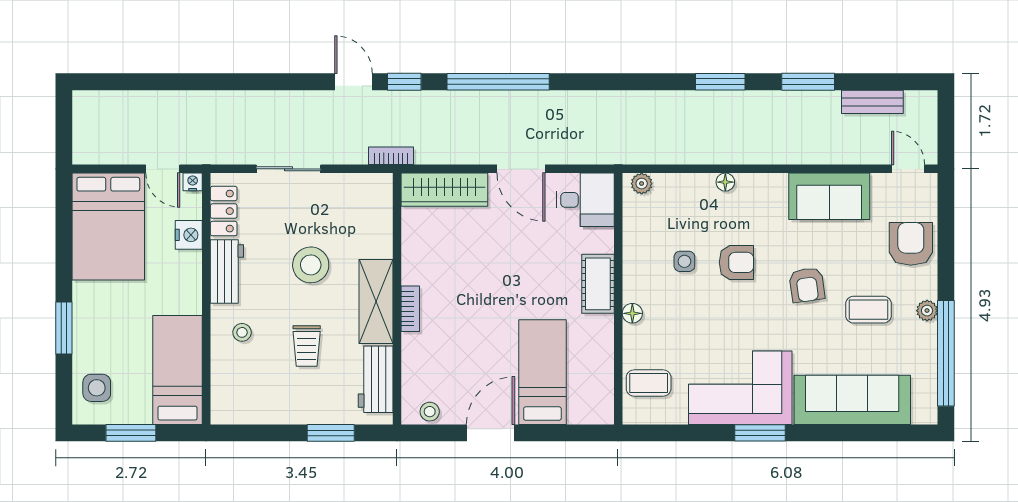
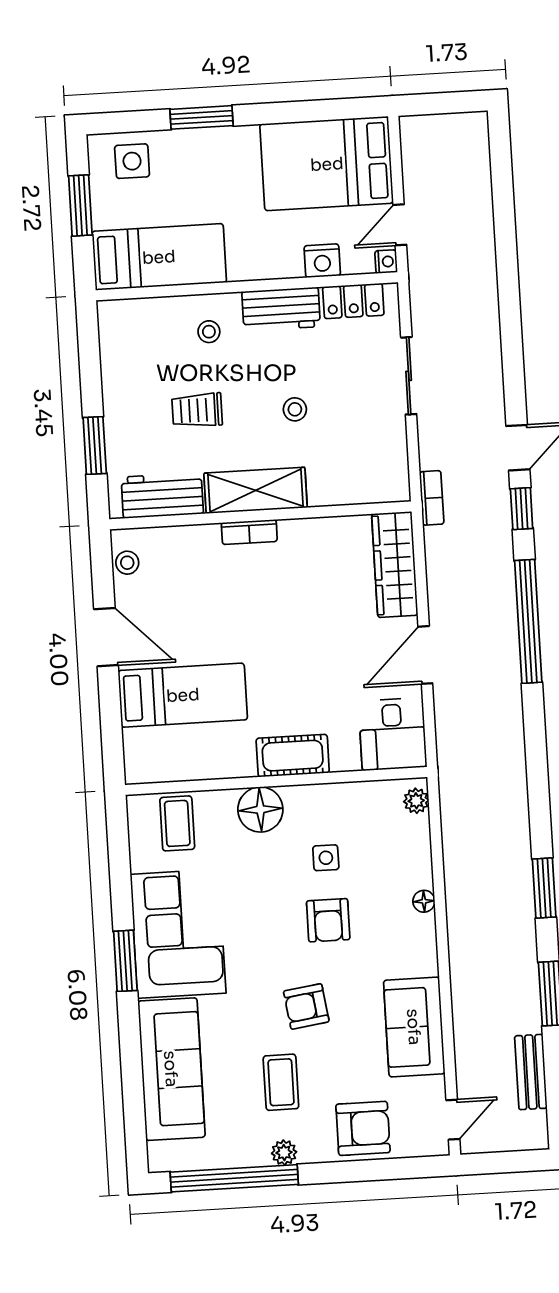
stool: (311, 265) -> (295, 409), width x0.53, depth x0.53
floor lamp: (632, 313) -> (260, 810), width x1.89, depth x1.89

